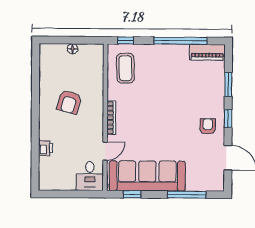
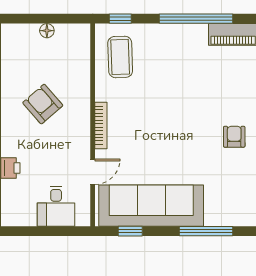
armchair: (69, 102) -> (43, 104), turned 124
desk: (90, 176) -> (56, 206), moved

